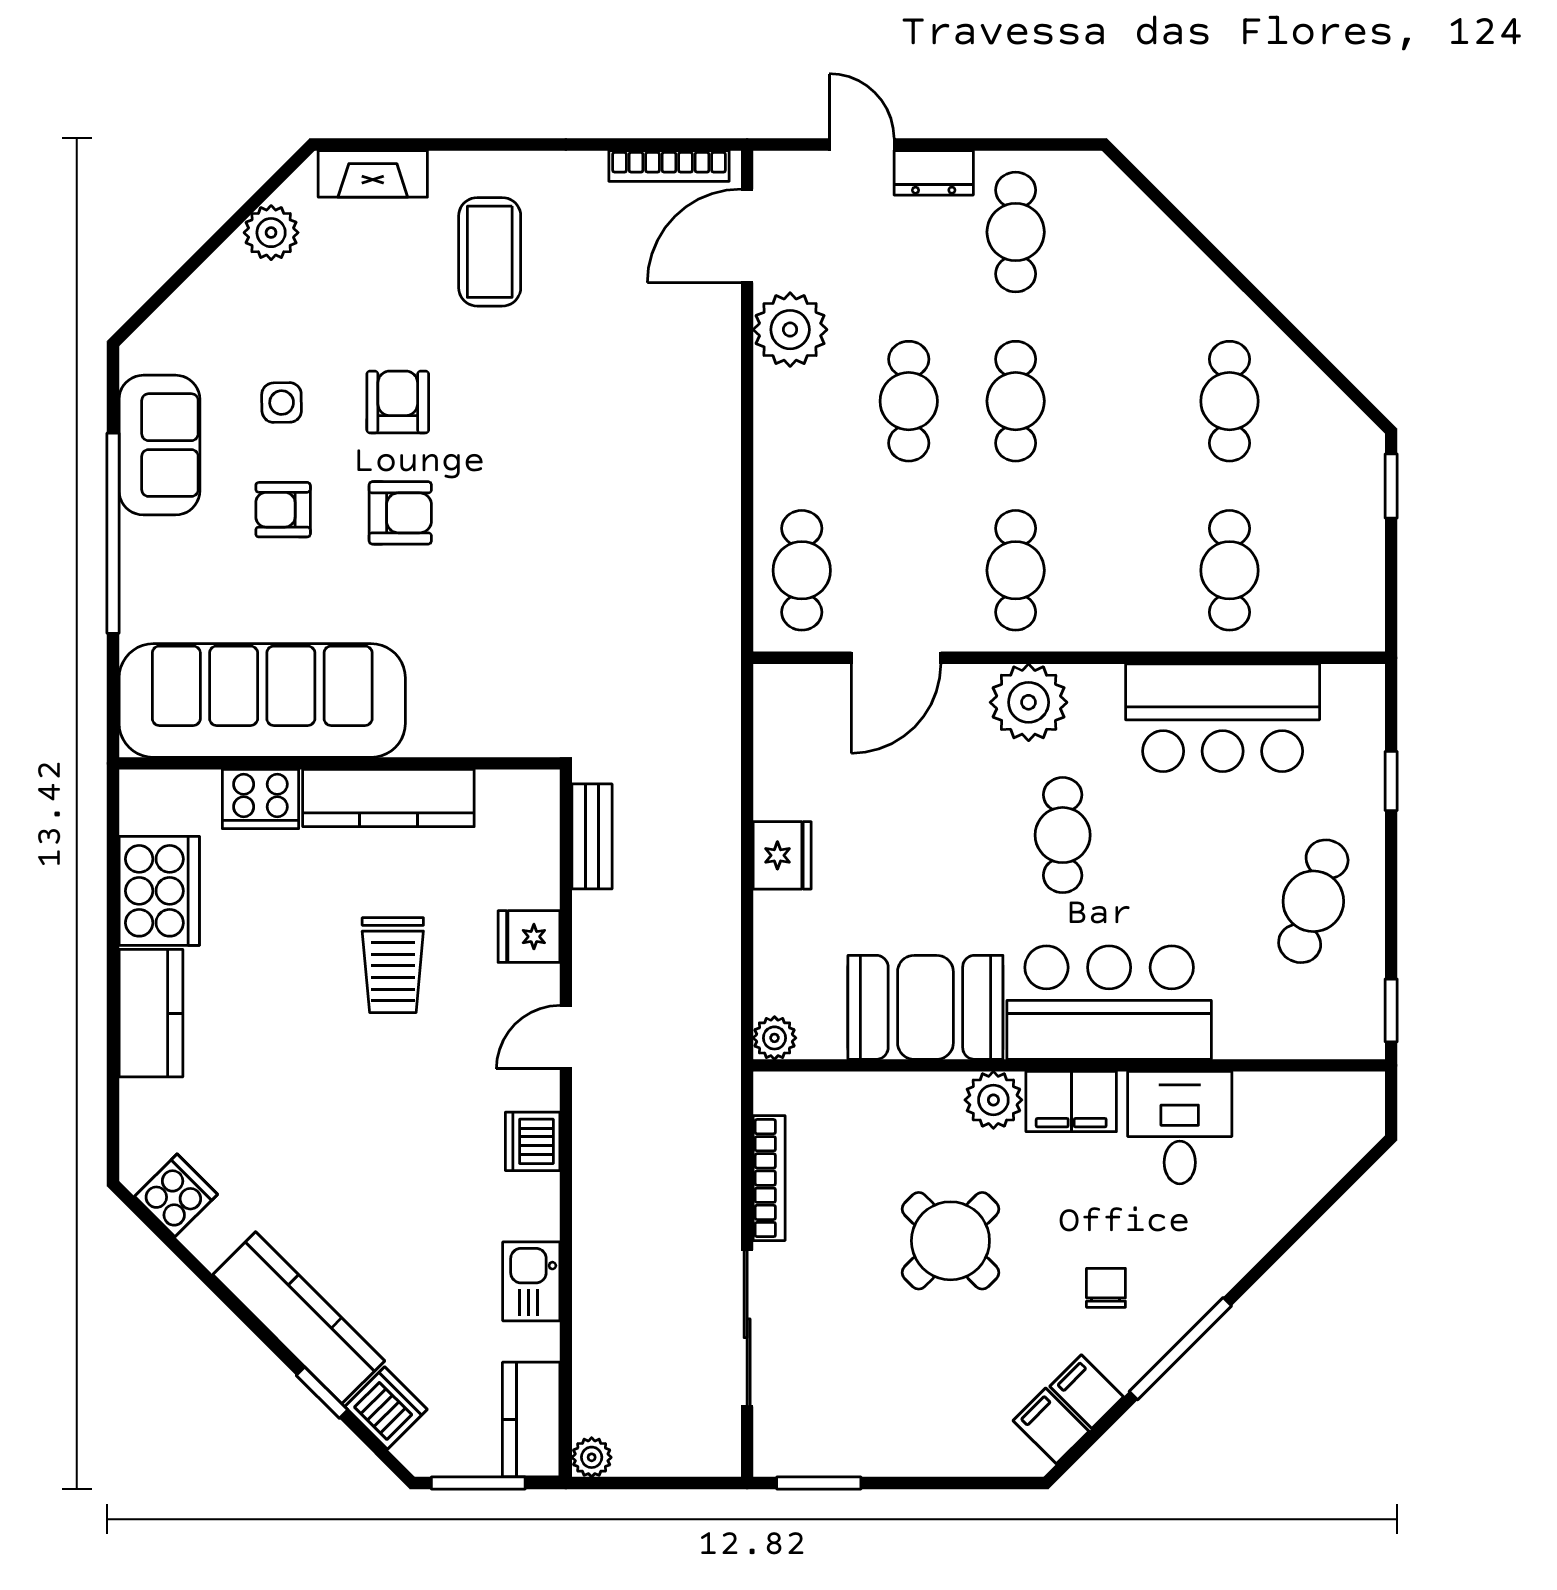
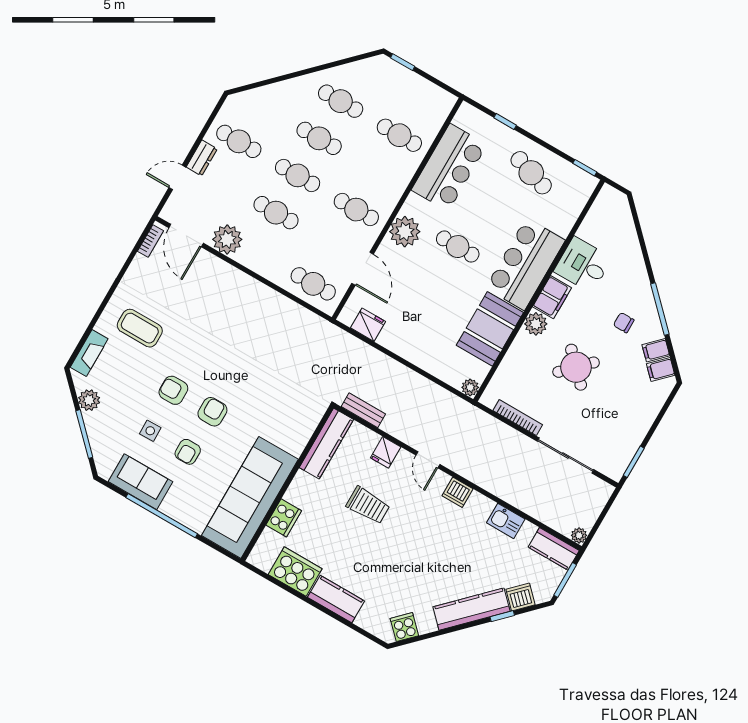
bookcase: (669, 166) -> (150, 241), width x0.64
window: (192, 265) -> (84, 434), added
cafe table: (1123, 401) -> (319, 138), added
kitchen counter: (388, 798) -> (326, 443), moved
fridge: (782, 855) -> (368, 325), moved

